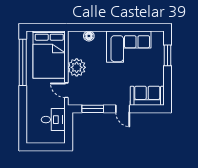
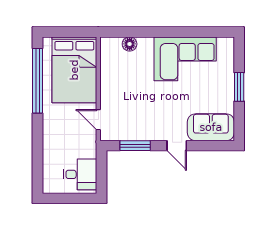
window: (168, 55) -> (239, 87), moved
plant: (77, 67) -> (113, 88), removed
desk: (53, 120) -> (80, 174), moved

